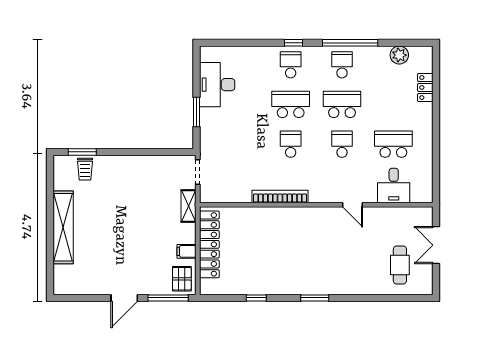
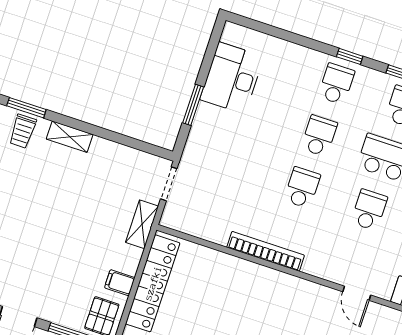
school desk: (291, 104) -> (319, 136), width x0.54
shelving: (119, 162) -> (70, 137), added

